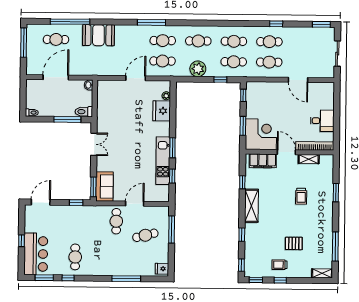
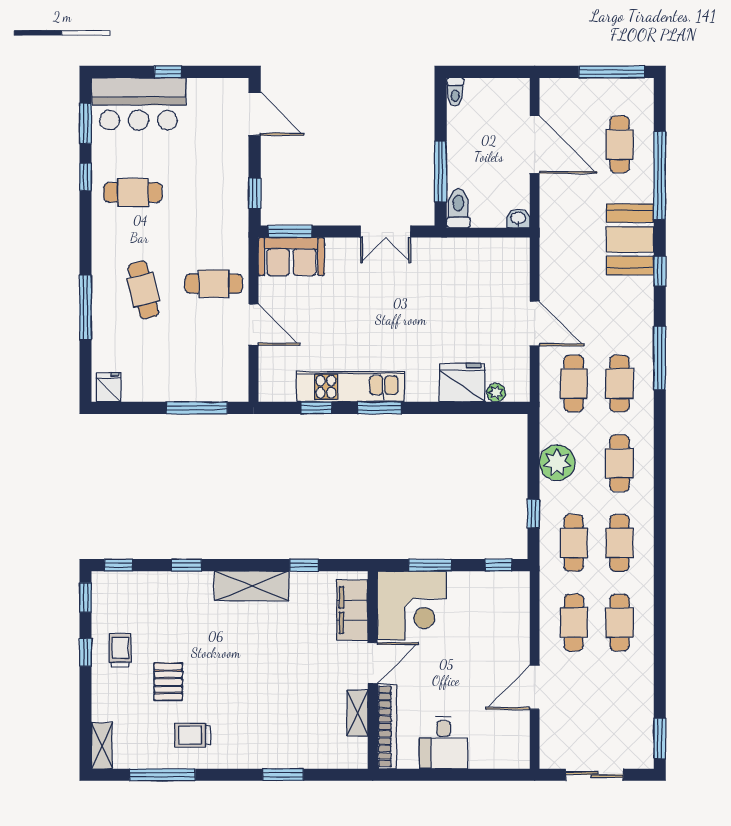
window: (276, 24) -> (660, 271), moved
trolley: (301, 196) -> (193, 735), moved
cafe table: (145, 235) -> (143, 290), moved

